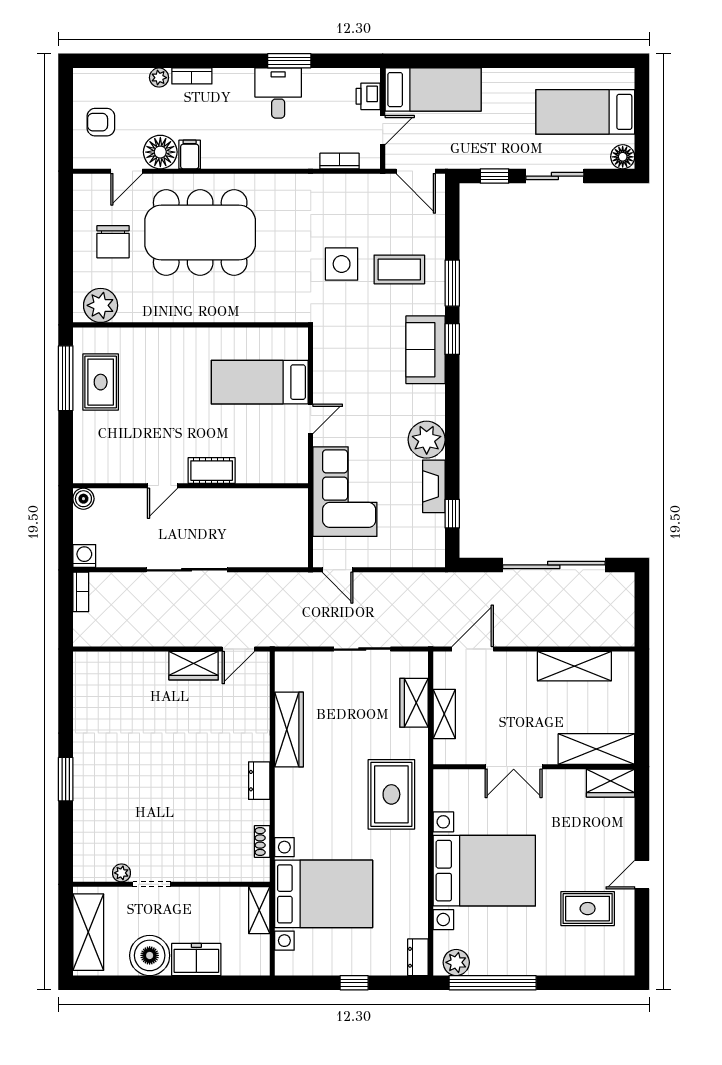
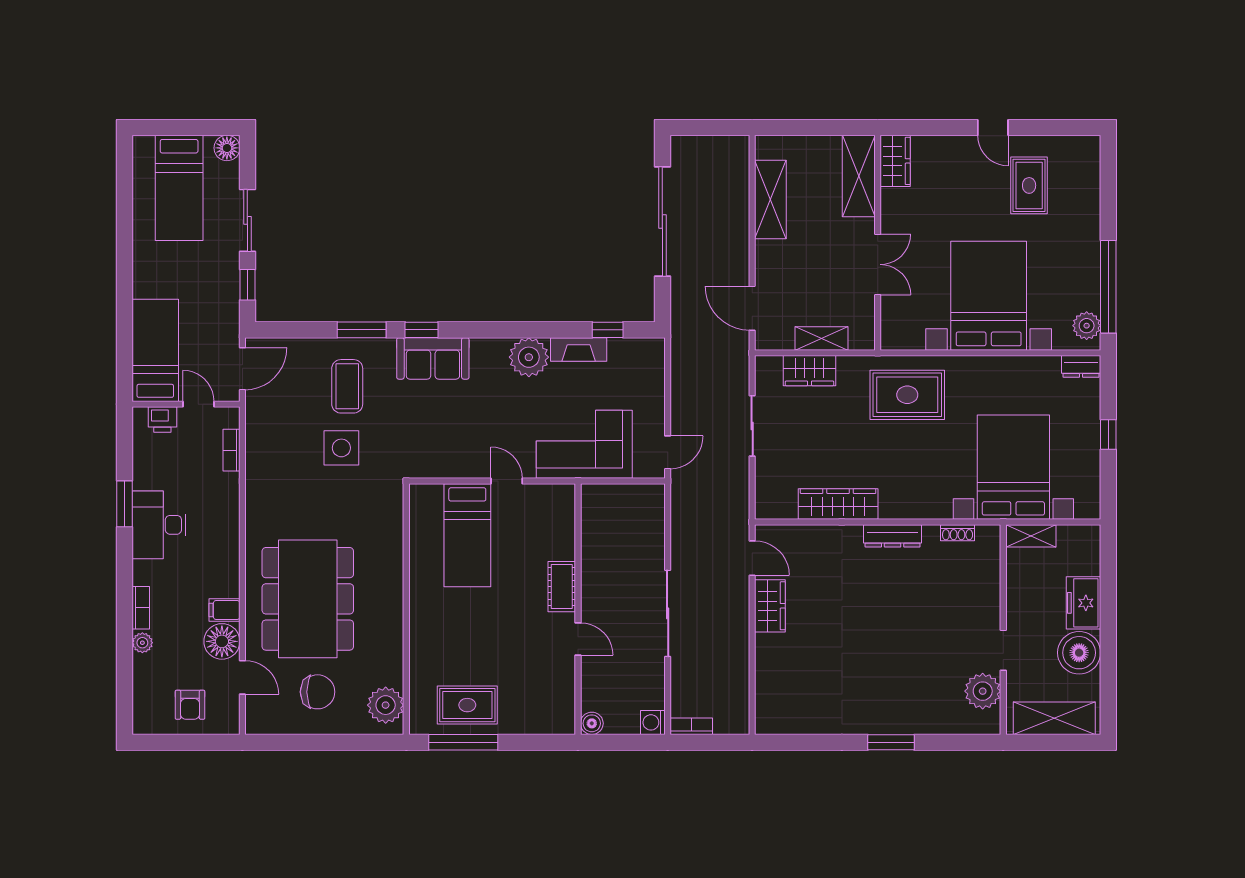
desk: (278, 93) -> (159, 525), width x1.37
dresser: (259, 781) -> (893, 536), width x1.44
plant: (121, 873) -> (983, 691), width x1.87, depth x1.87

